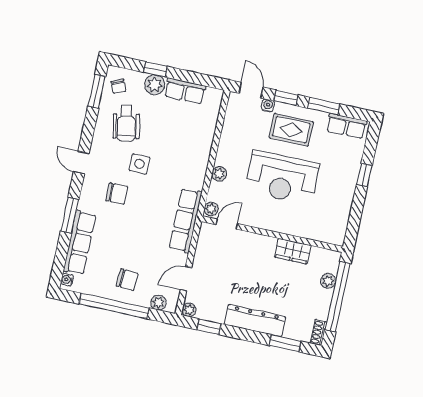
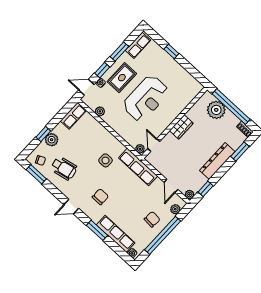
row of seats: (185, 91) -> (73, 116), moved
side table: (139, 164) -> (106, 160), moved
plant: (219, 174) -> (100, 111), moved
wardrobe: (293, 251) -> (181, 127), moved
plant: (328, 281) -> (216, 110), width x1.88, depth x1.88

